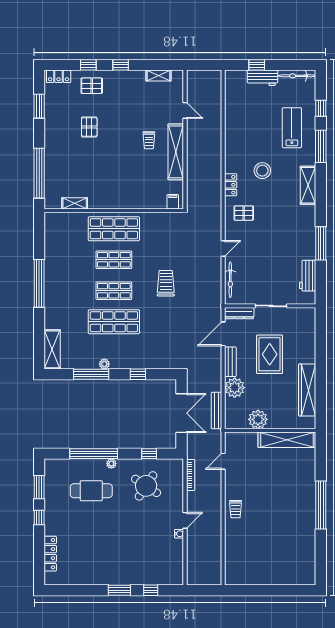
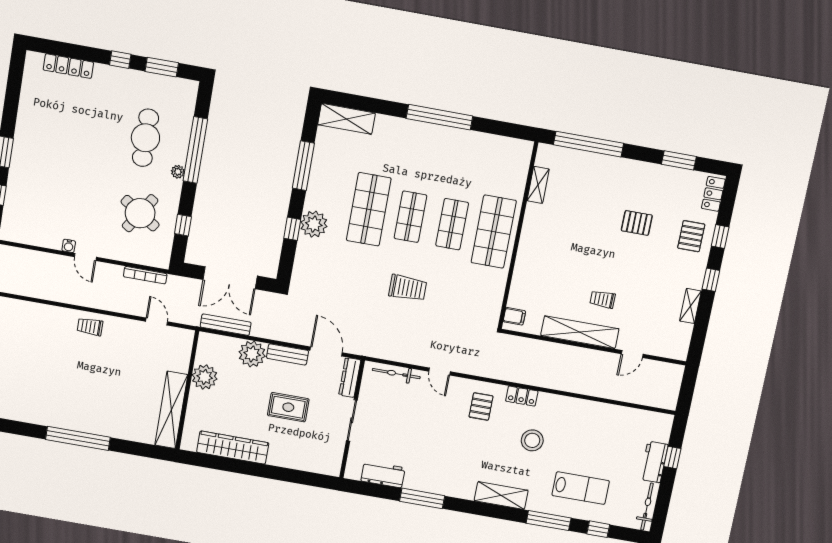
shelving: (158, 76) -> (690, 306), moved
rug: (270, 354) -> (288, 407), width x0.73, depth x0.70
plant: (104, 364) -> (314, 224), moved, width x1.87, depth x1.87

